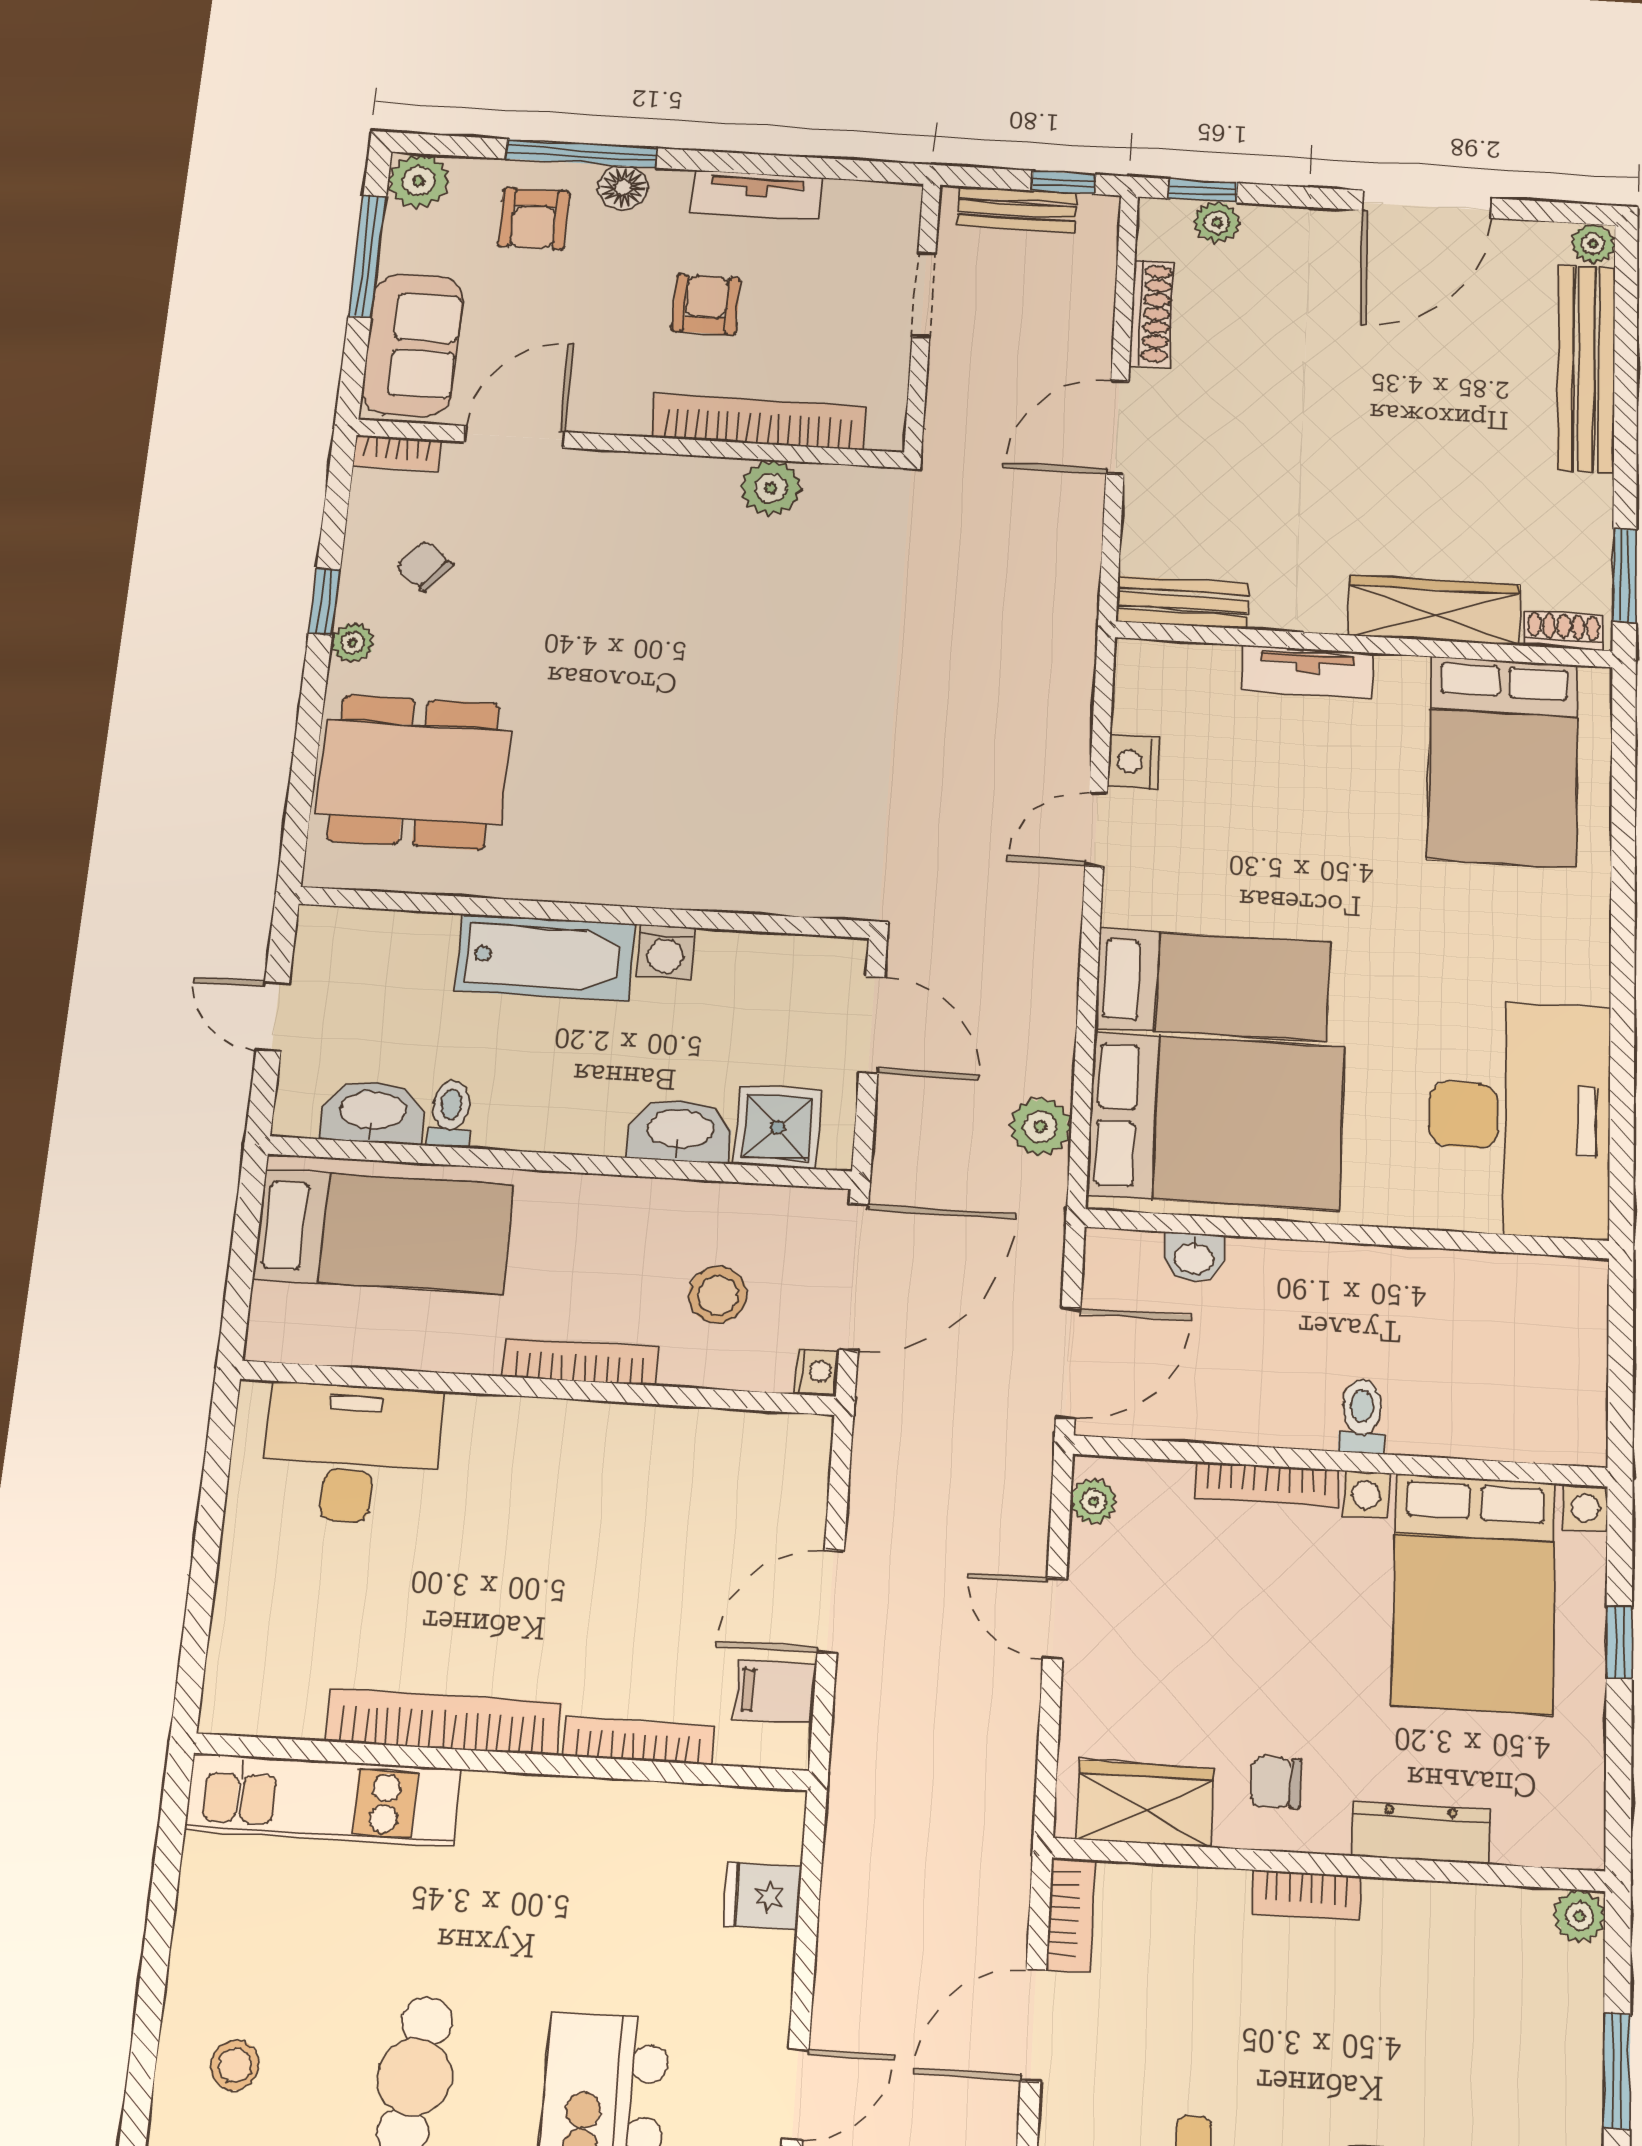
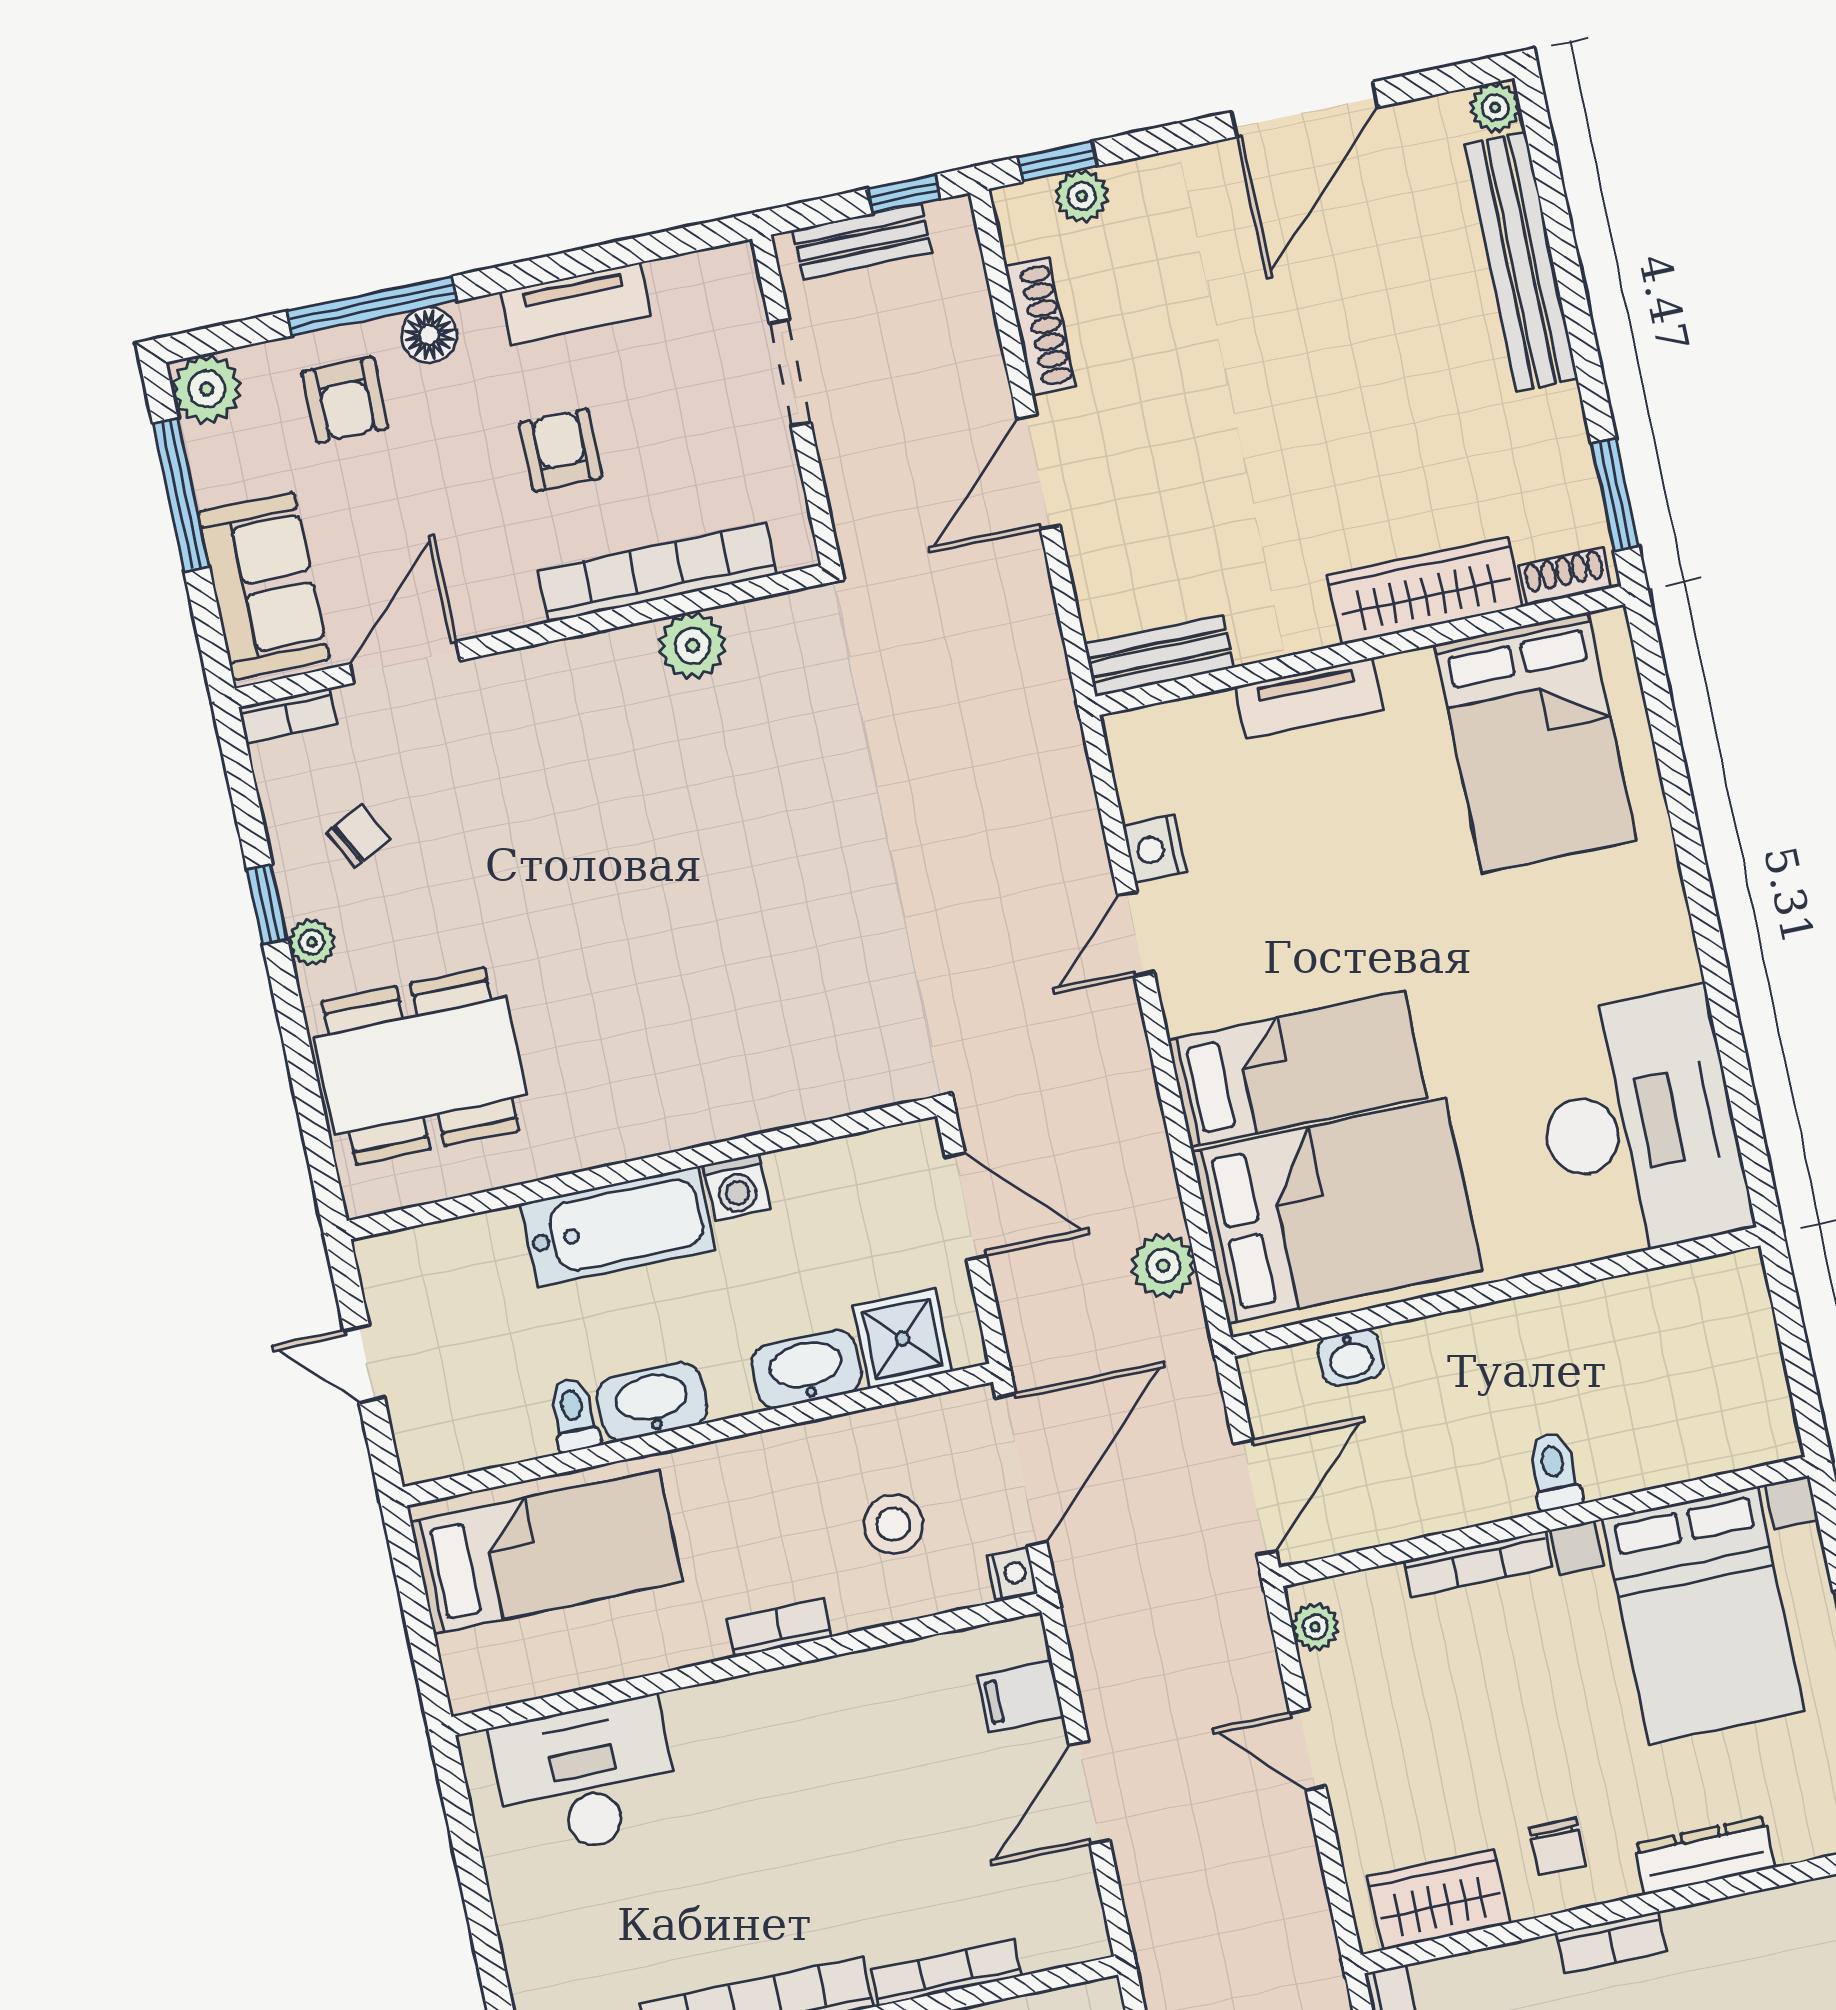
chair: (425, 566) -> (358, 836), turned 113
washbasin: (373, 1112) -> (652, 1402), moved
bookcase: (580, 1362) -> (779, 1628), width x0.64
filing cabinet: (776, 1691) -> (1020, 1696), moved
chair: (1276, 1783) -> (1557, 1846), turned -90

